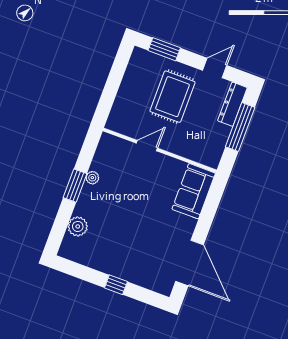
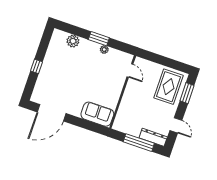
rug: (173, 97) -> (169, 87), moved, turned 90
door: (147, 146) -> (130, 71), moved

